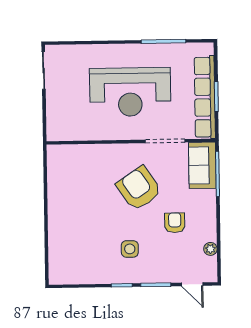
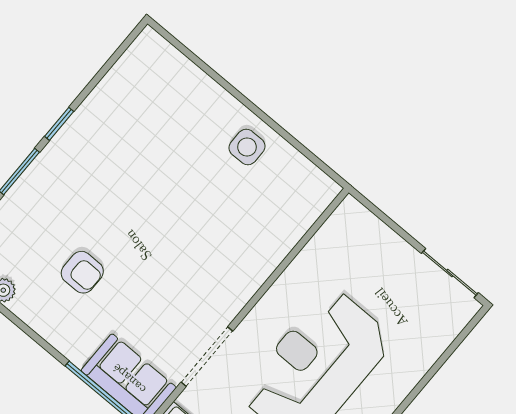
armchair: (139, 188) -> (173, 264), removed
side table: (130, 249) -> (247, 147), moved

